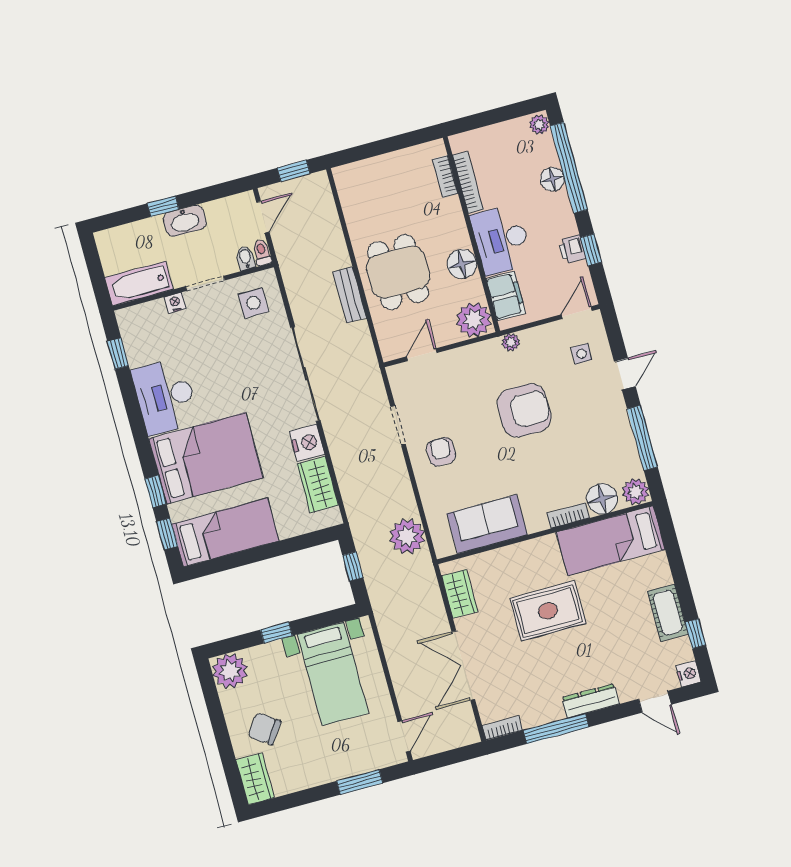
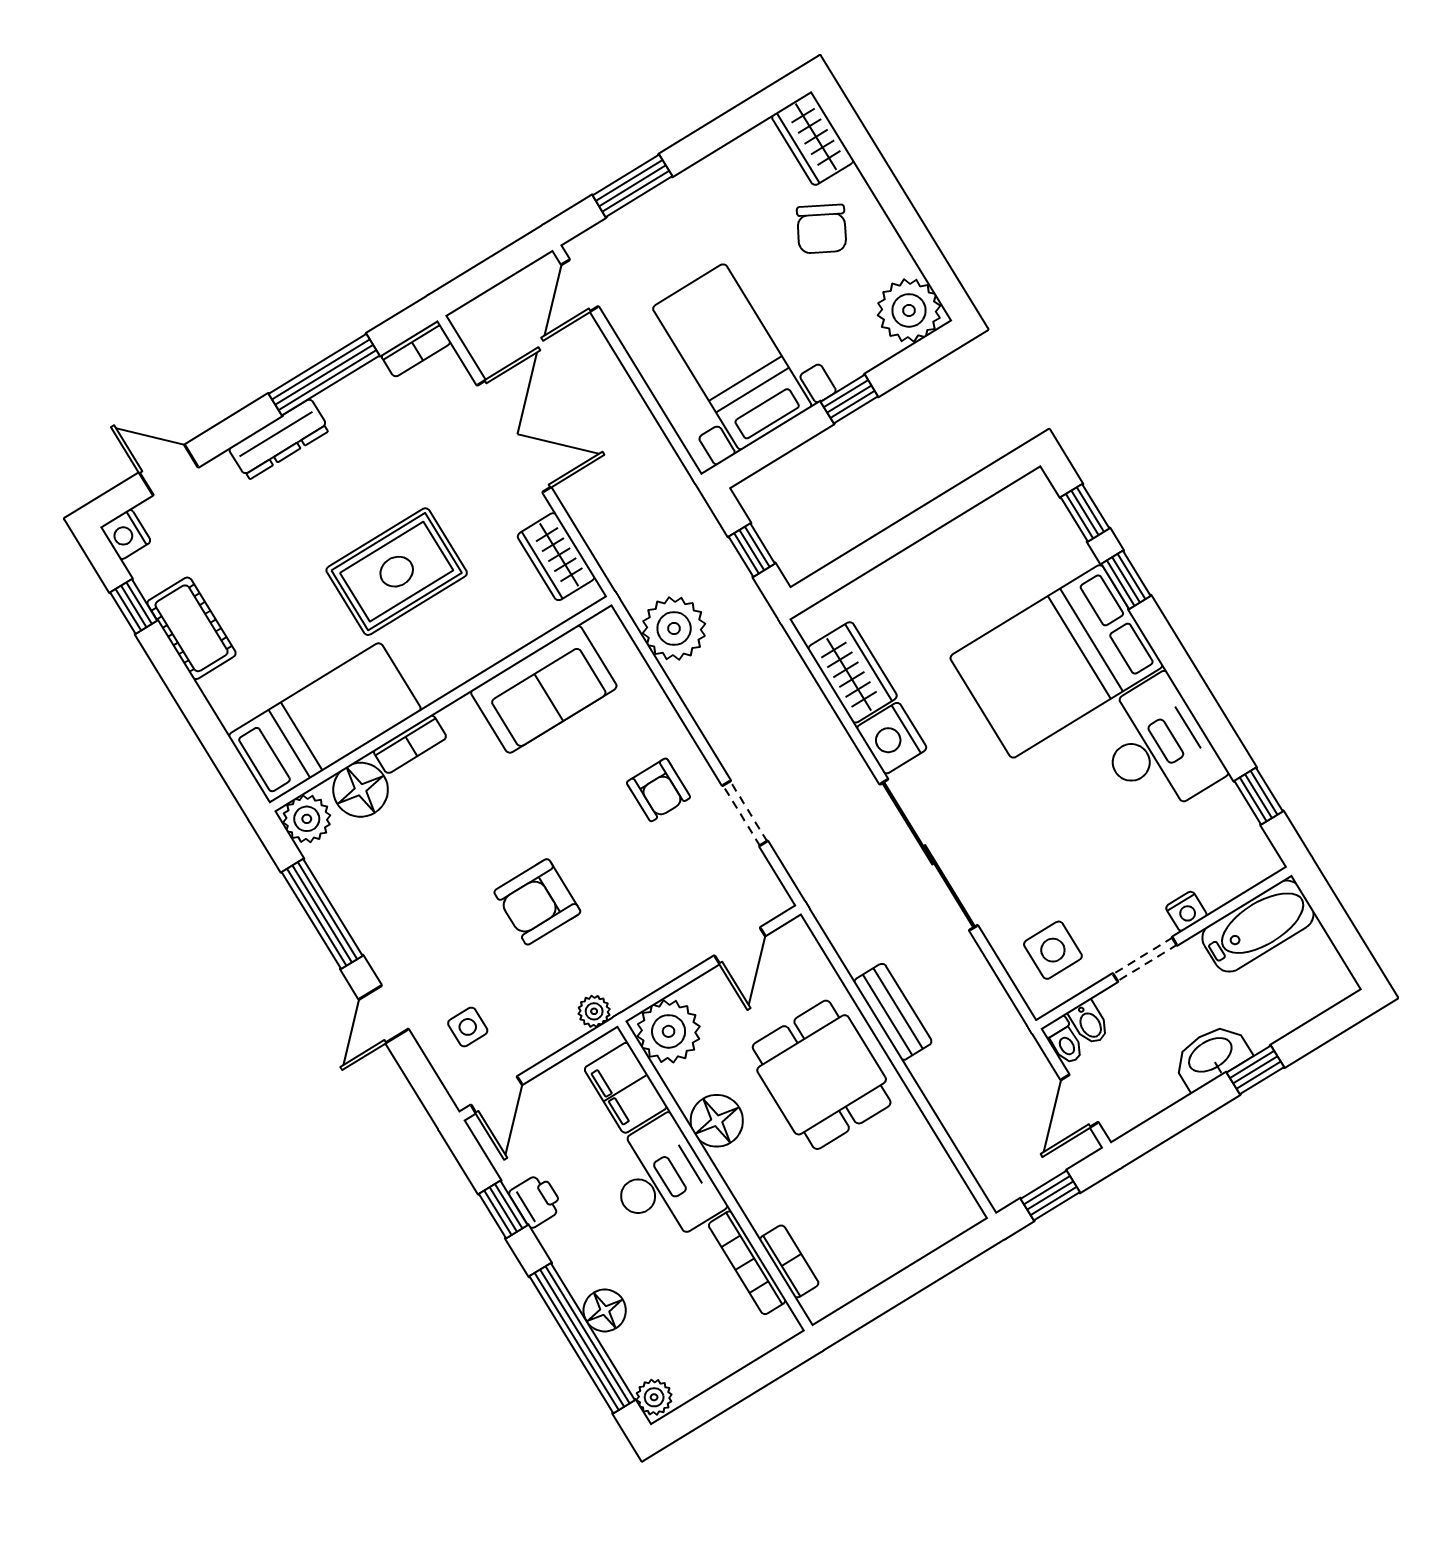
armchair: (524, 410) -> (537, 902), width x0.73, depth x0.73
bed: (225, 532) -> (986, 545), removed
chair: (264, 729) -> (822, 229), turned 83

